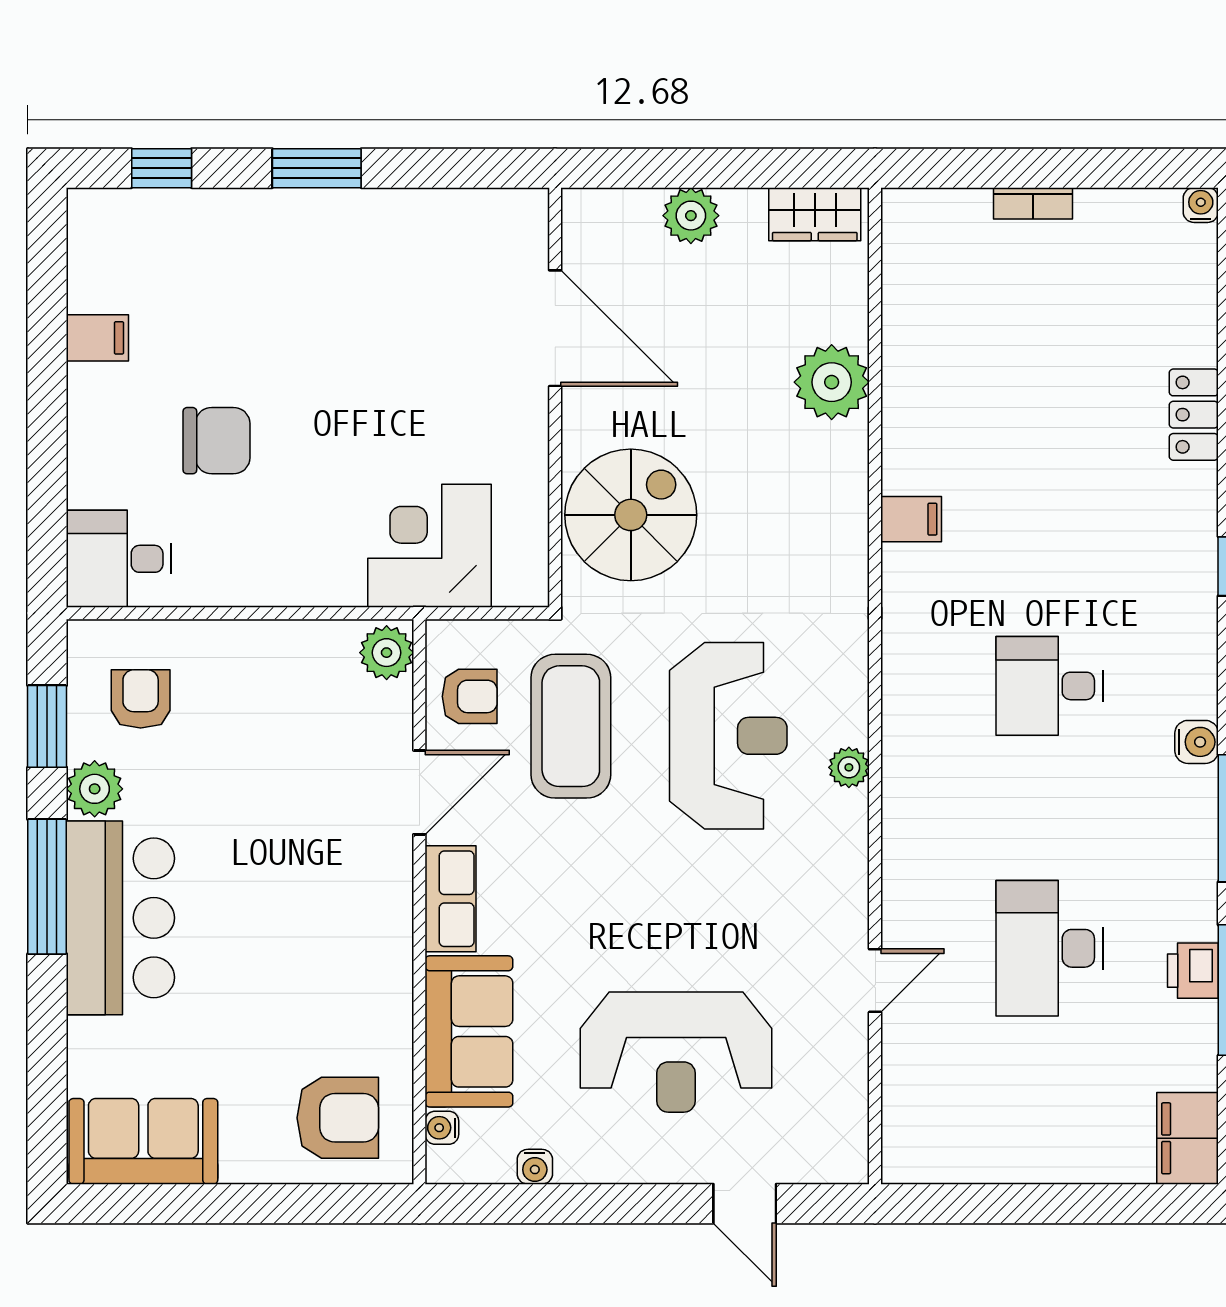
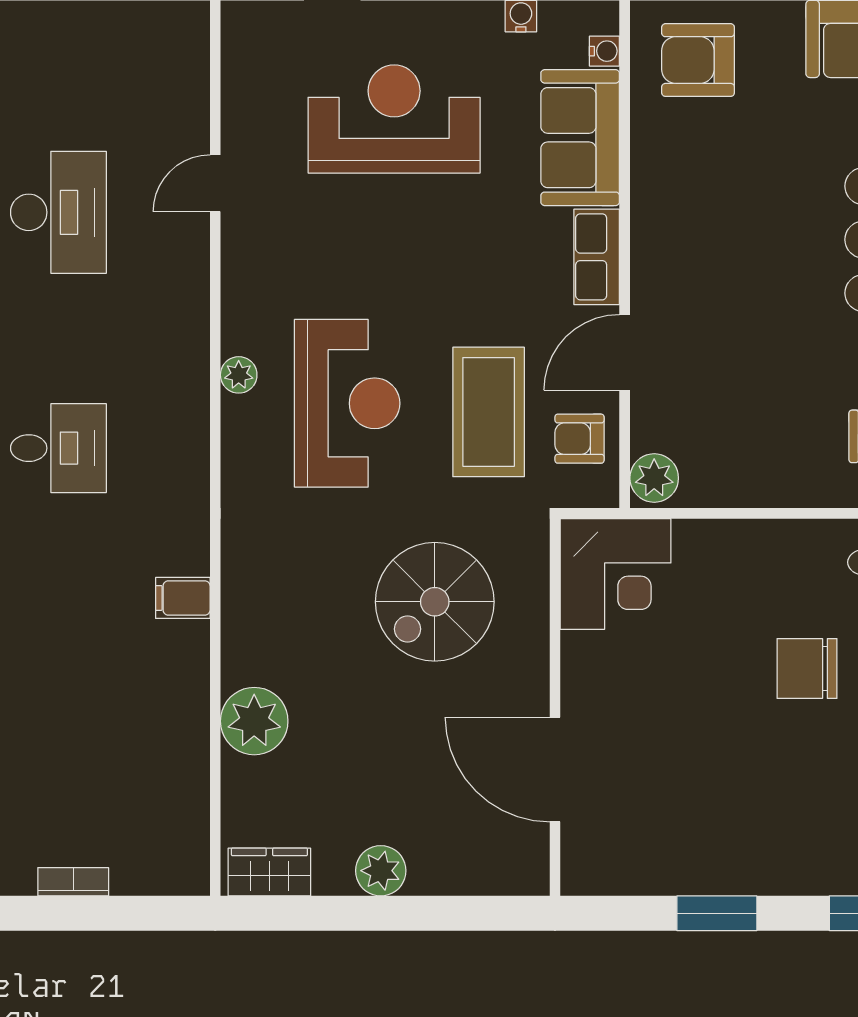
door: (555, 328) -> (555, 770), moved
wall: (555, 397) -> (555, 707), moved
reception desk: (728, 736) -> (347, 403), turned 180

